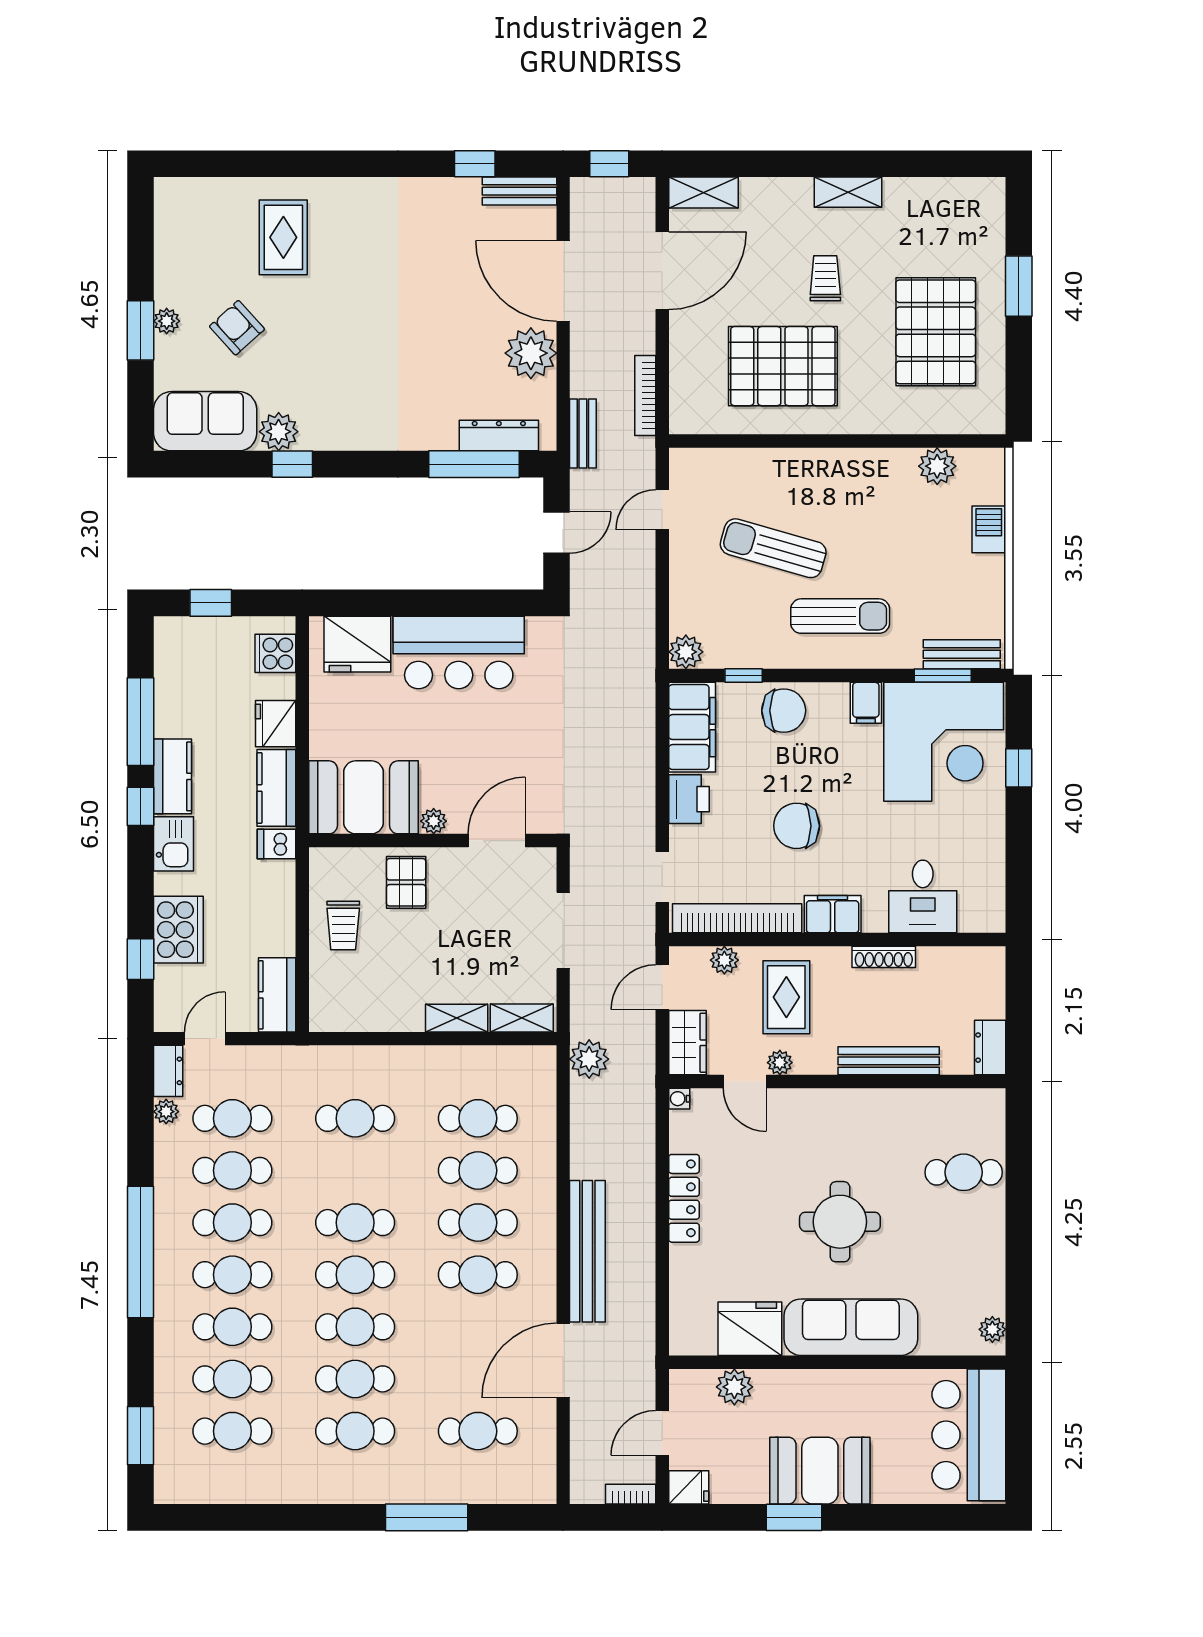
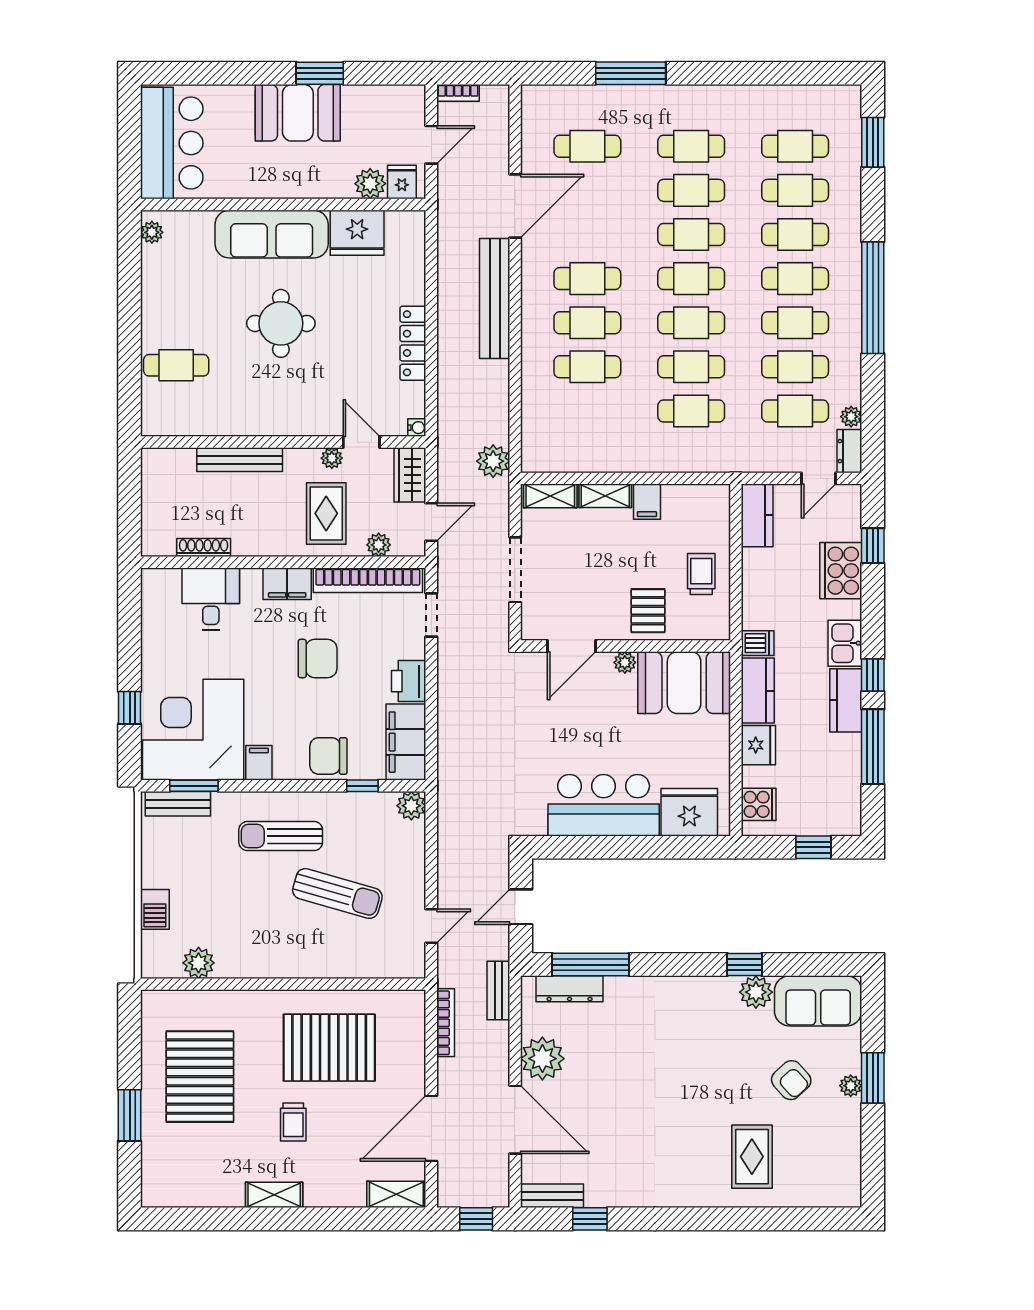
shoe rack: (884, 957) -> (204, 548), moved
filing cabinet: (407, 1011) -> (647, 502), added
dresser: (990, 1048) -> (154, 471), removed
cafe table: (478, 1118) -> (691, 367), moved
fridge: (689, 1487) -> (402, 182), moved, turned 90

